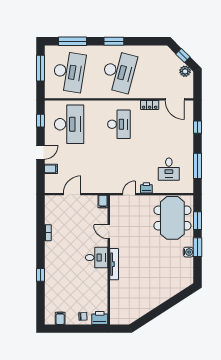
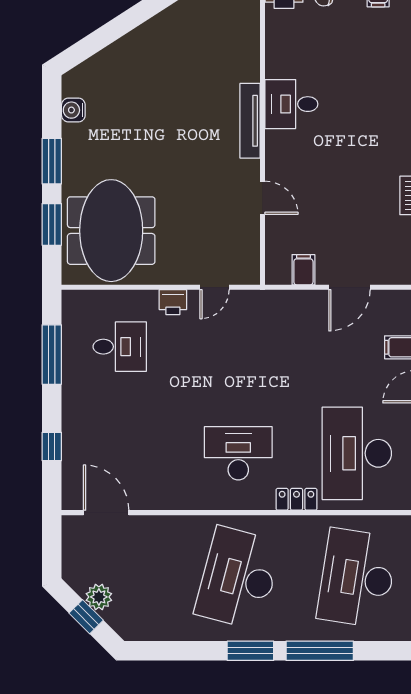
window: (72, 41) -> (320, 651), moved
plant: (185, 71) -> (99, 597), moved
locker: (150, 105) -> (296, 499), moved
desk: (119, 124) -> (238, 453), turned 90
desk: (169, 169) -> (120, 347), turned 90
filing cabinet: (103, 201) -> (303, 270), moved
water cooler: (188, 252) -> (73, 110), moved
desk: (97, 258) -> (291, 104), moved

